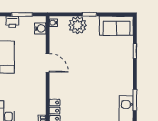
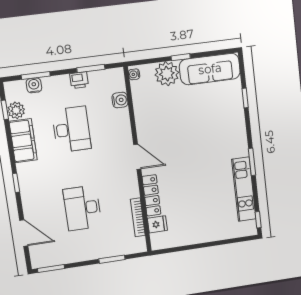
sofa: (116, 26) -> (210, 69), width x1.36
water cooler: (40, 28) -> (120, 100), moved
door: (48, 63) -> (137, 157), moved

